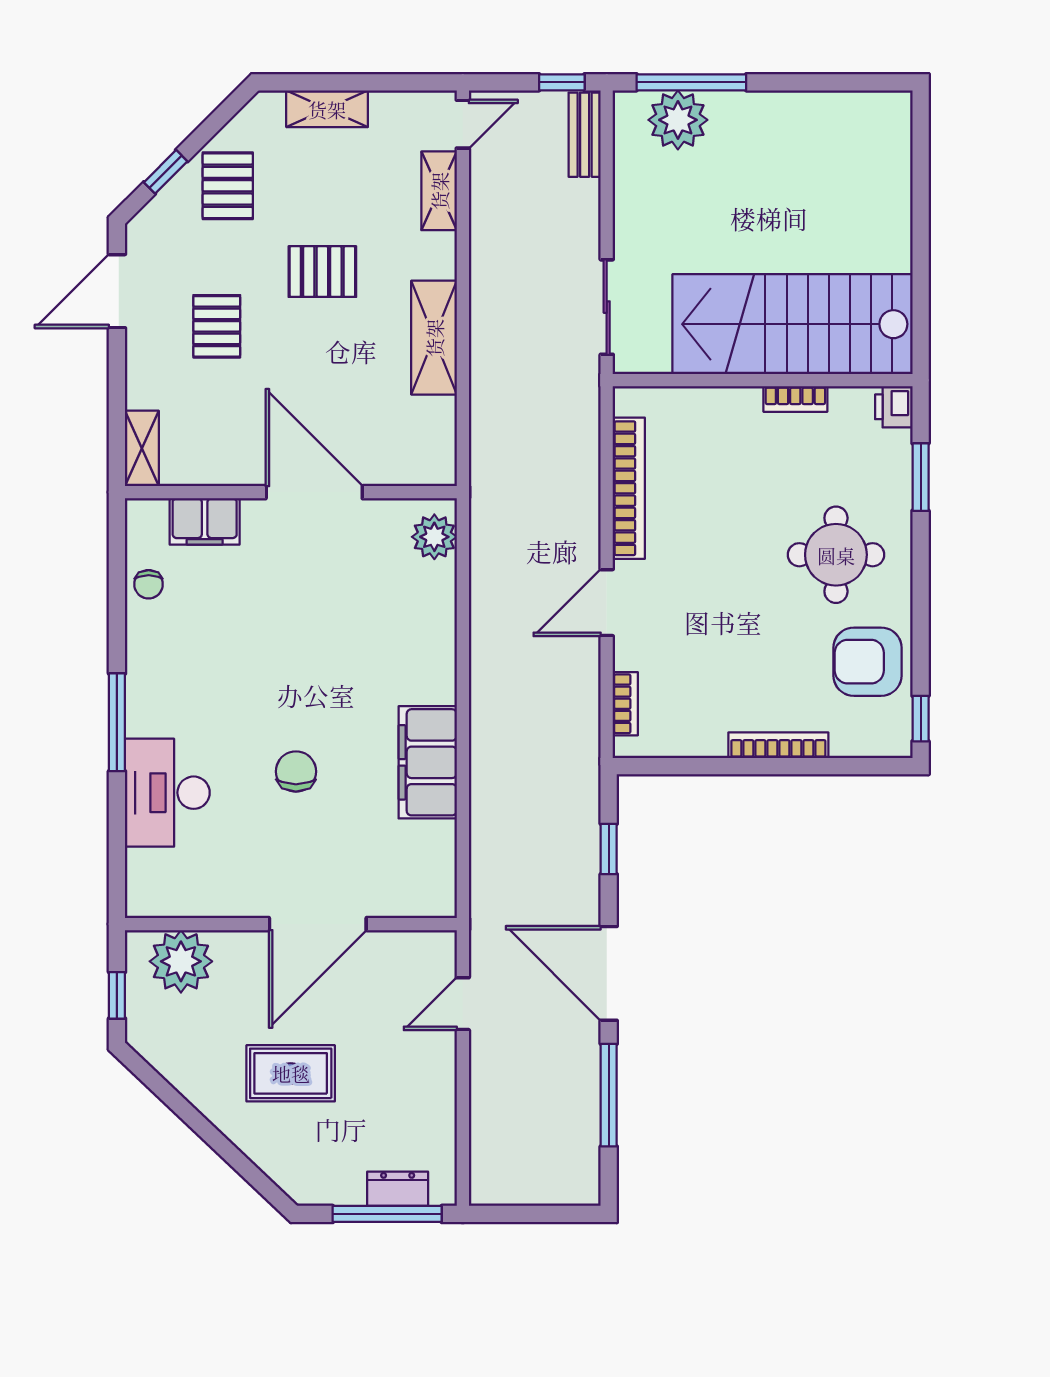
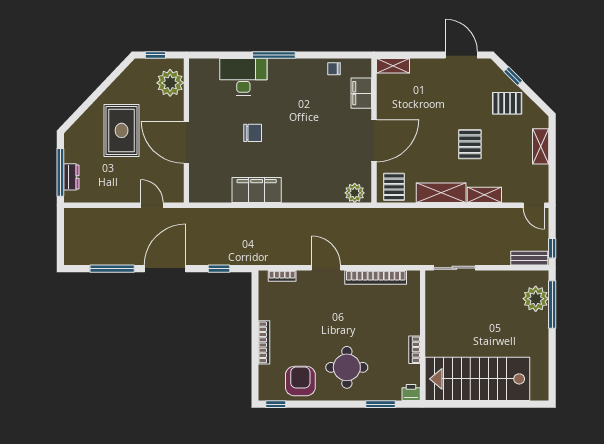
shelving: (439, 191) -> (484, 195), moved
stairs: (793, 324) -> (477, 379), moved, turned -90
pallet: (217, 326) -> (394, 187), moved, turned 90
rug: (291, 1073) -> (122, 130), width x1.36, depth x1.43

